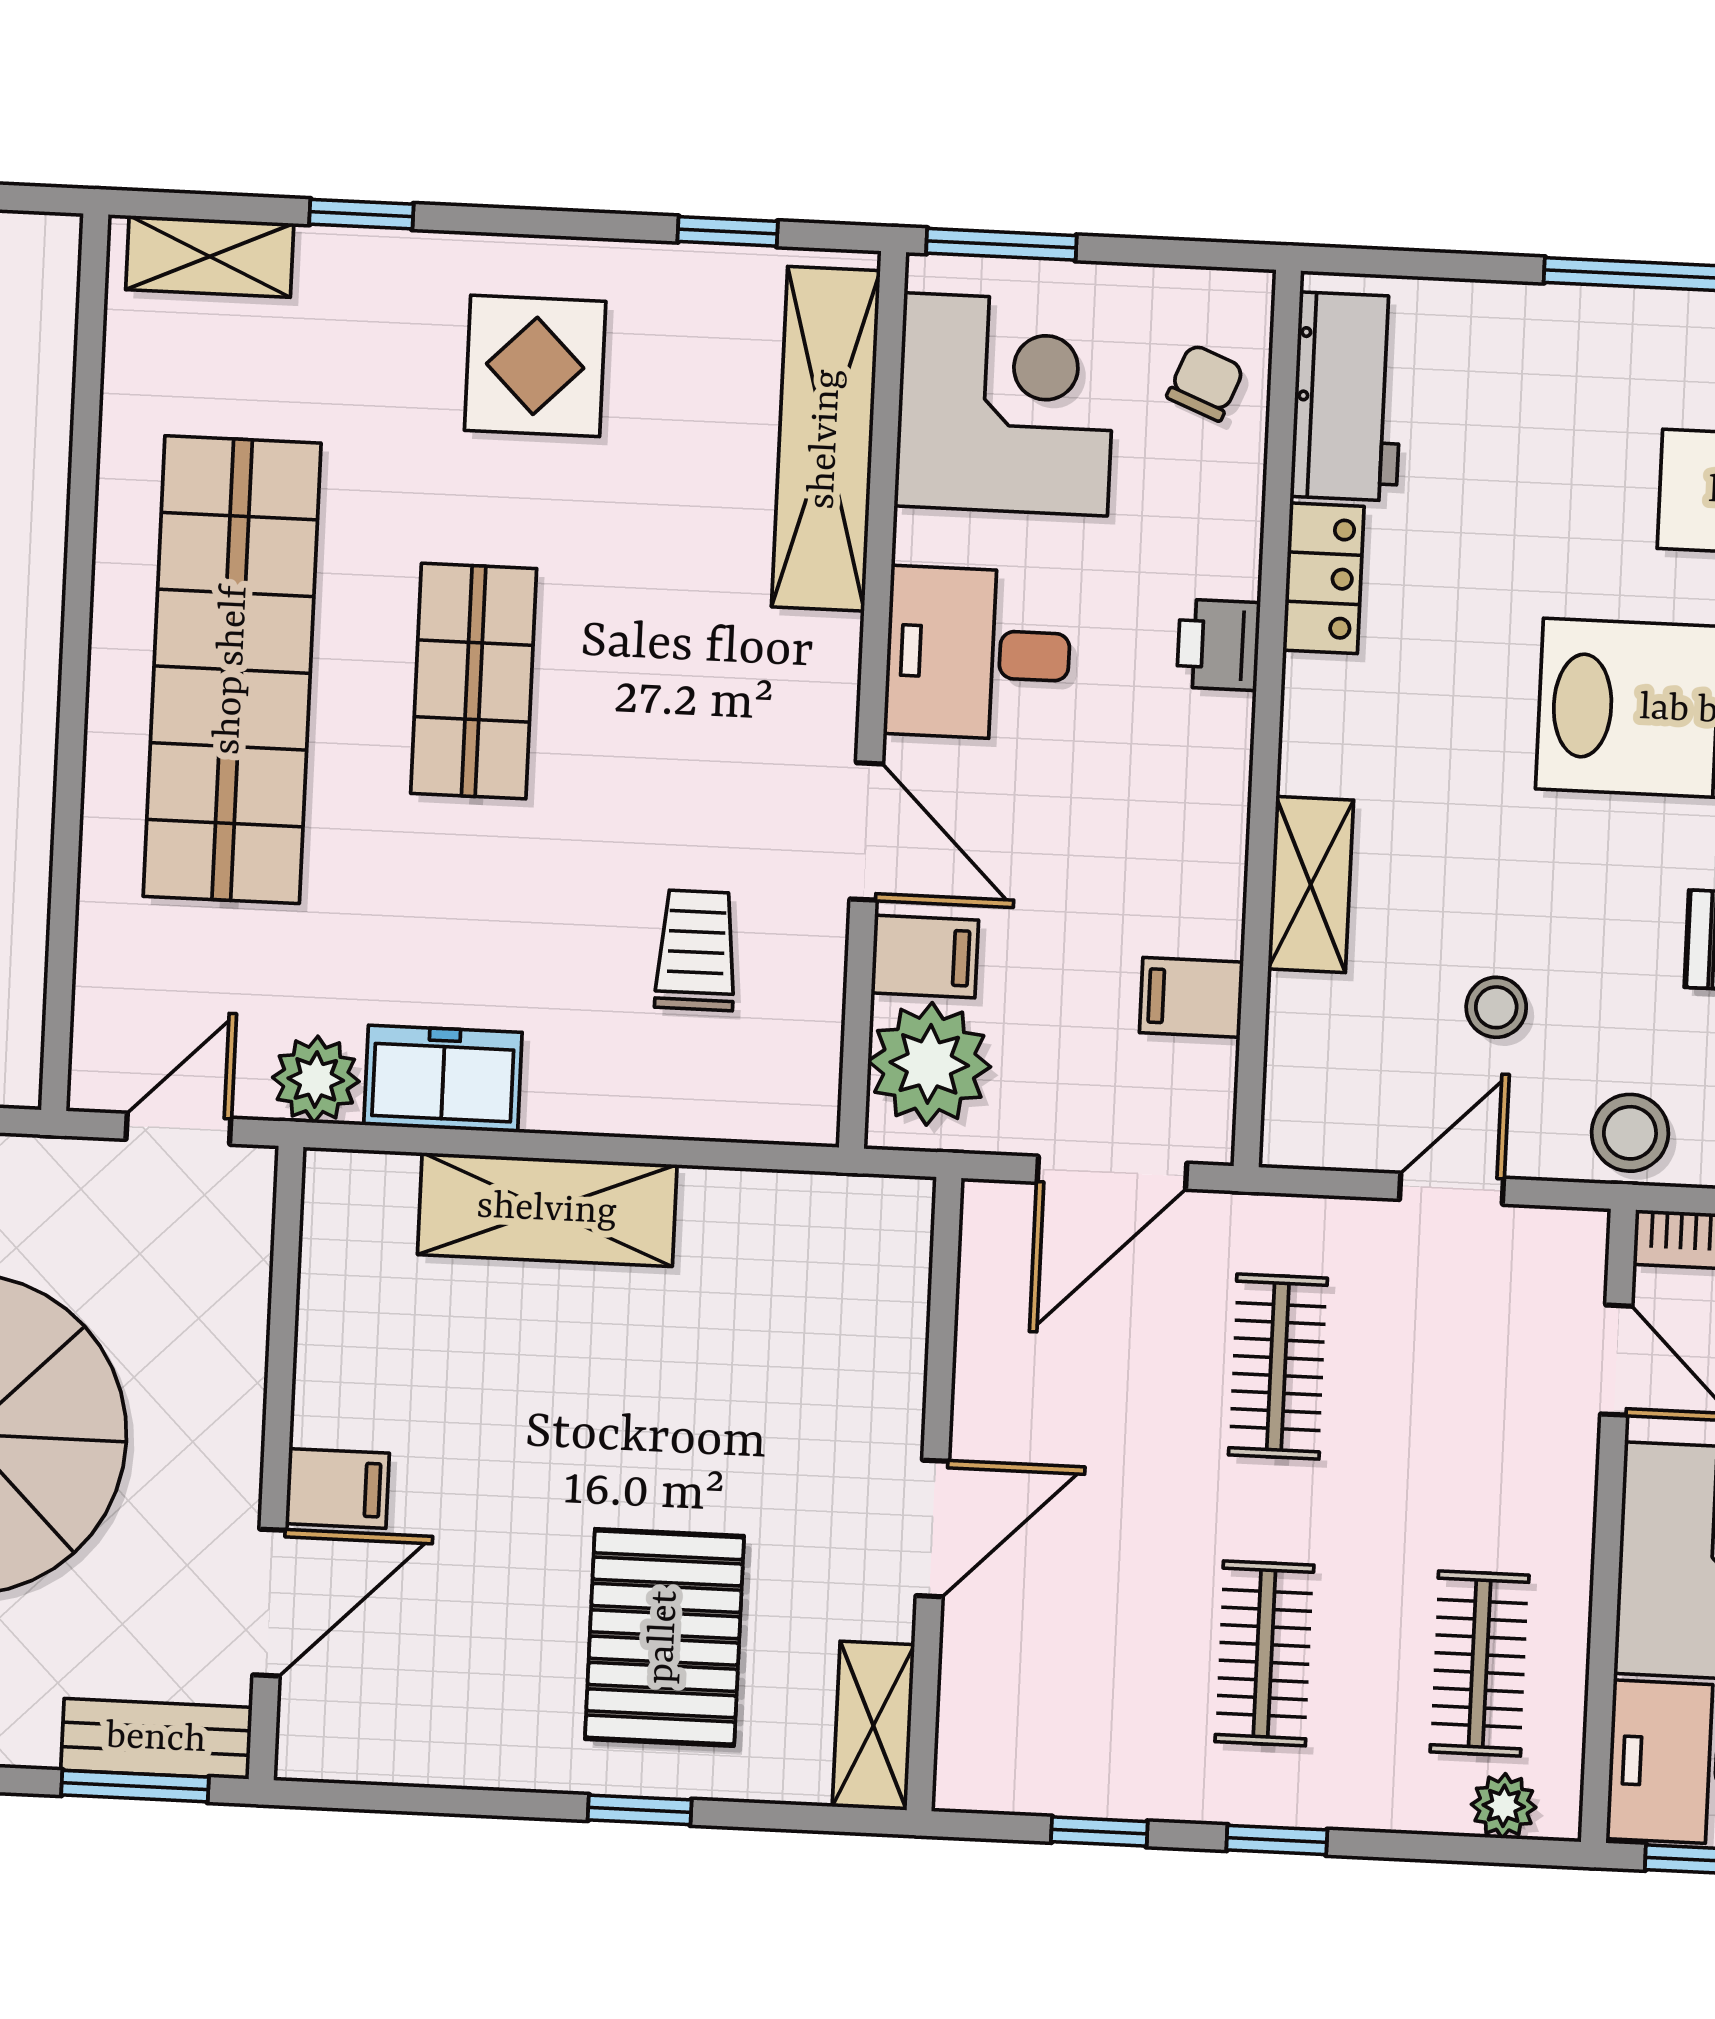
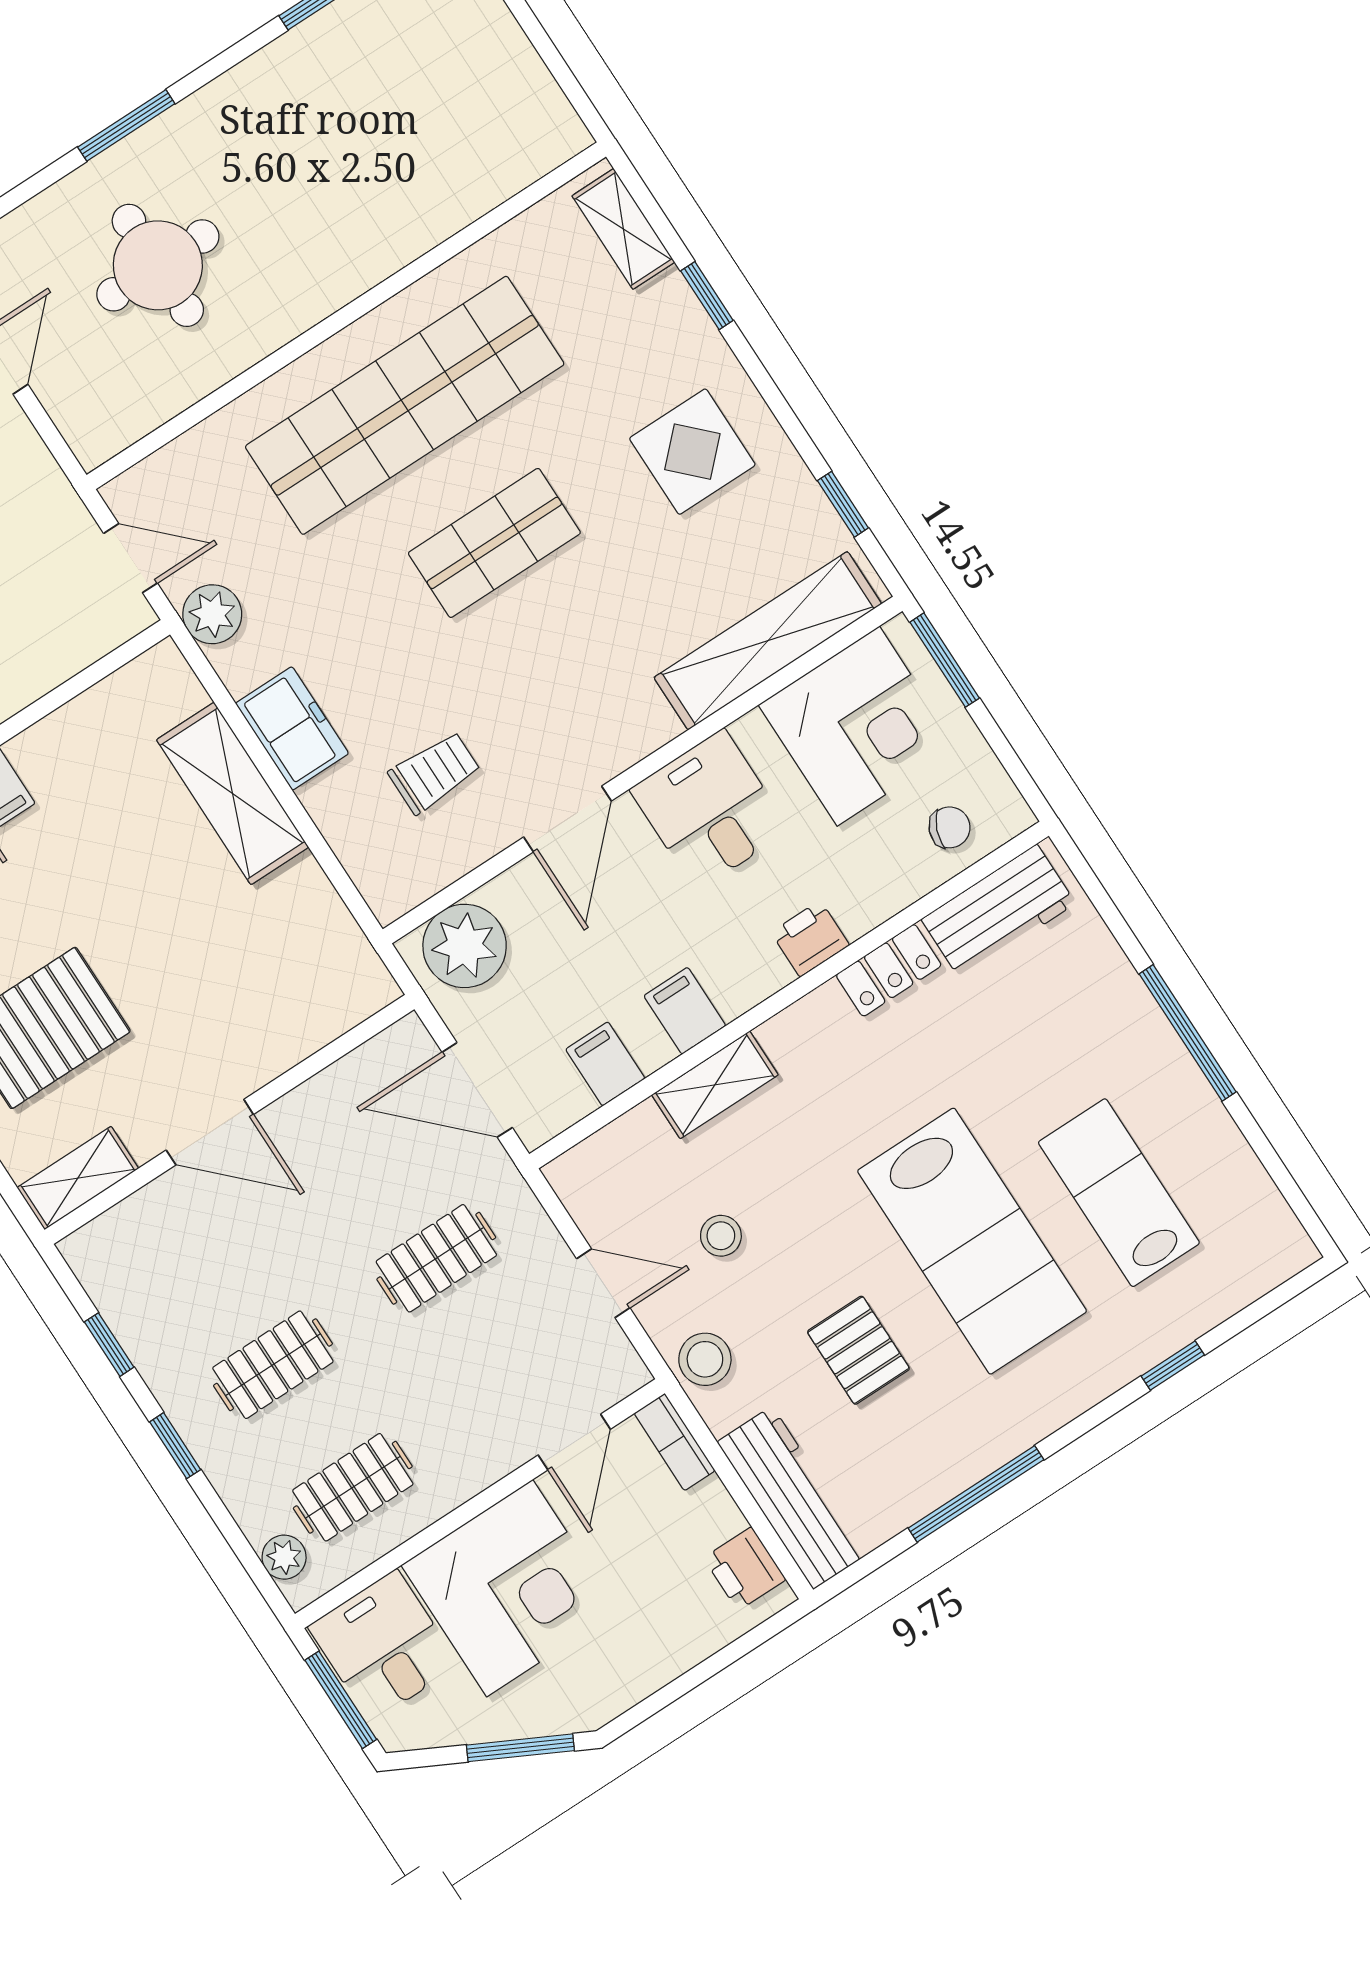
filing cabinet: (925, 957) -> (685, 1011), moved, turned 180
freezer: (443, 1079) -> (292, 728), moved

